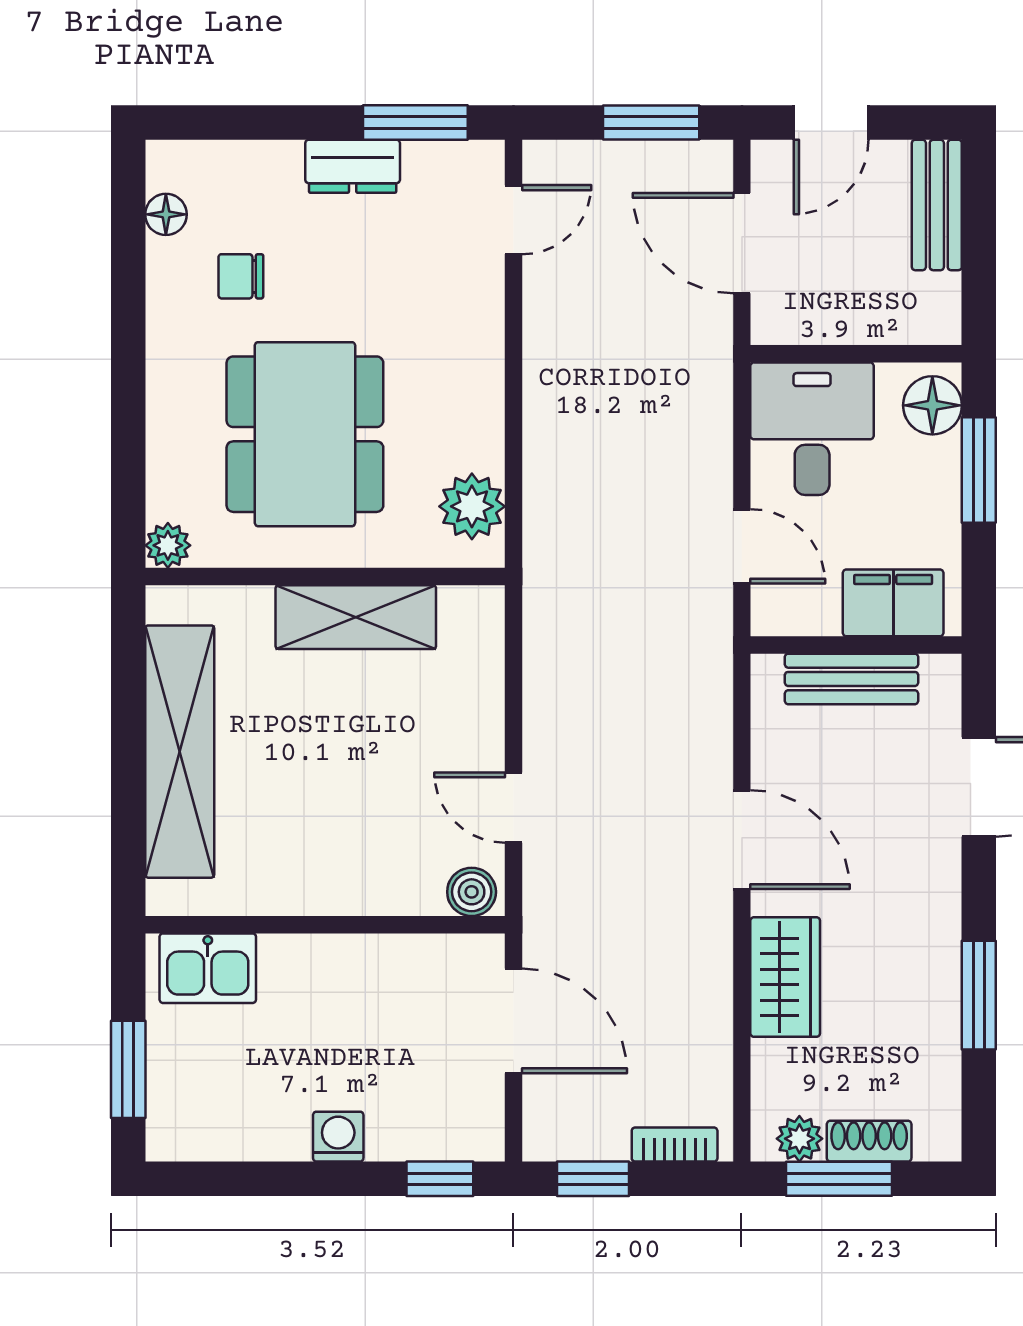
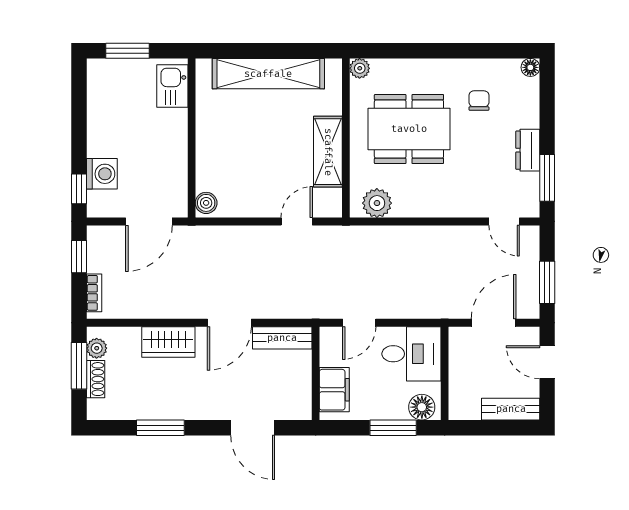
floor lamp: (166, 214) -> (530, 67), moved
bench: (852, 679) -> (282, 338), moved, turned 90
door: (514, 808) -> (297, 221), moved
washing machine: (338, 1137) -> (102, 174), moved, width x1.38, depth x1.38

